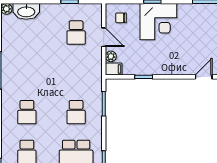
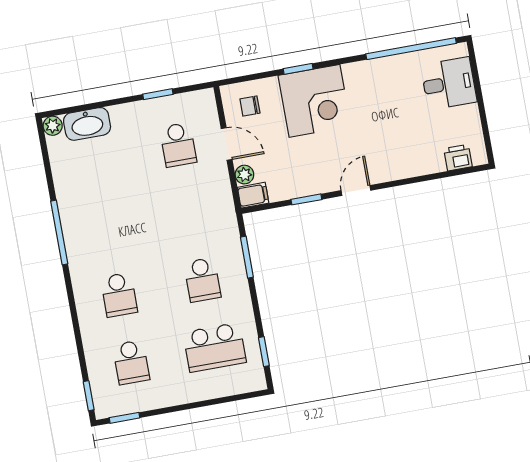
door: (204, 77) -> (356, 190), moved

